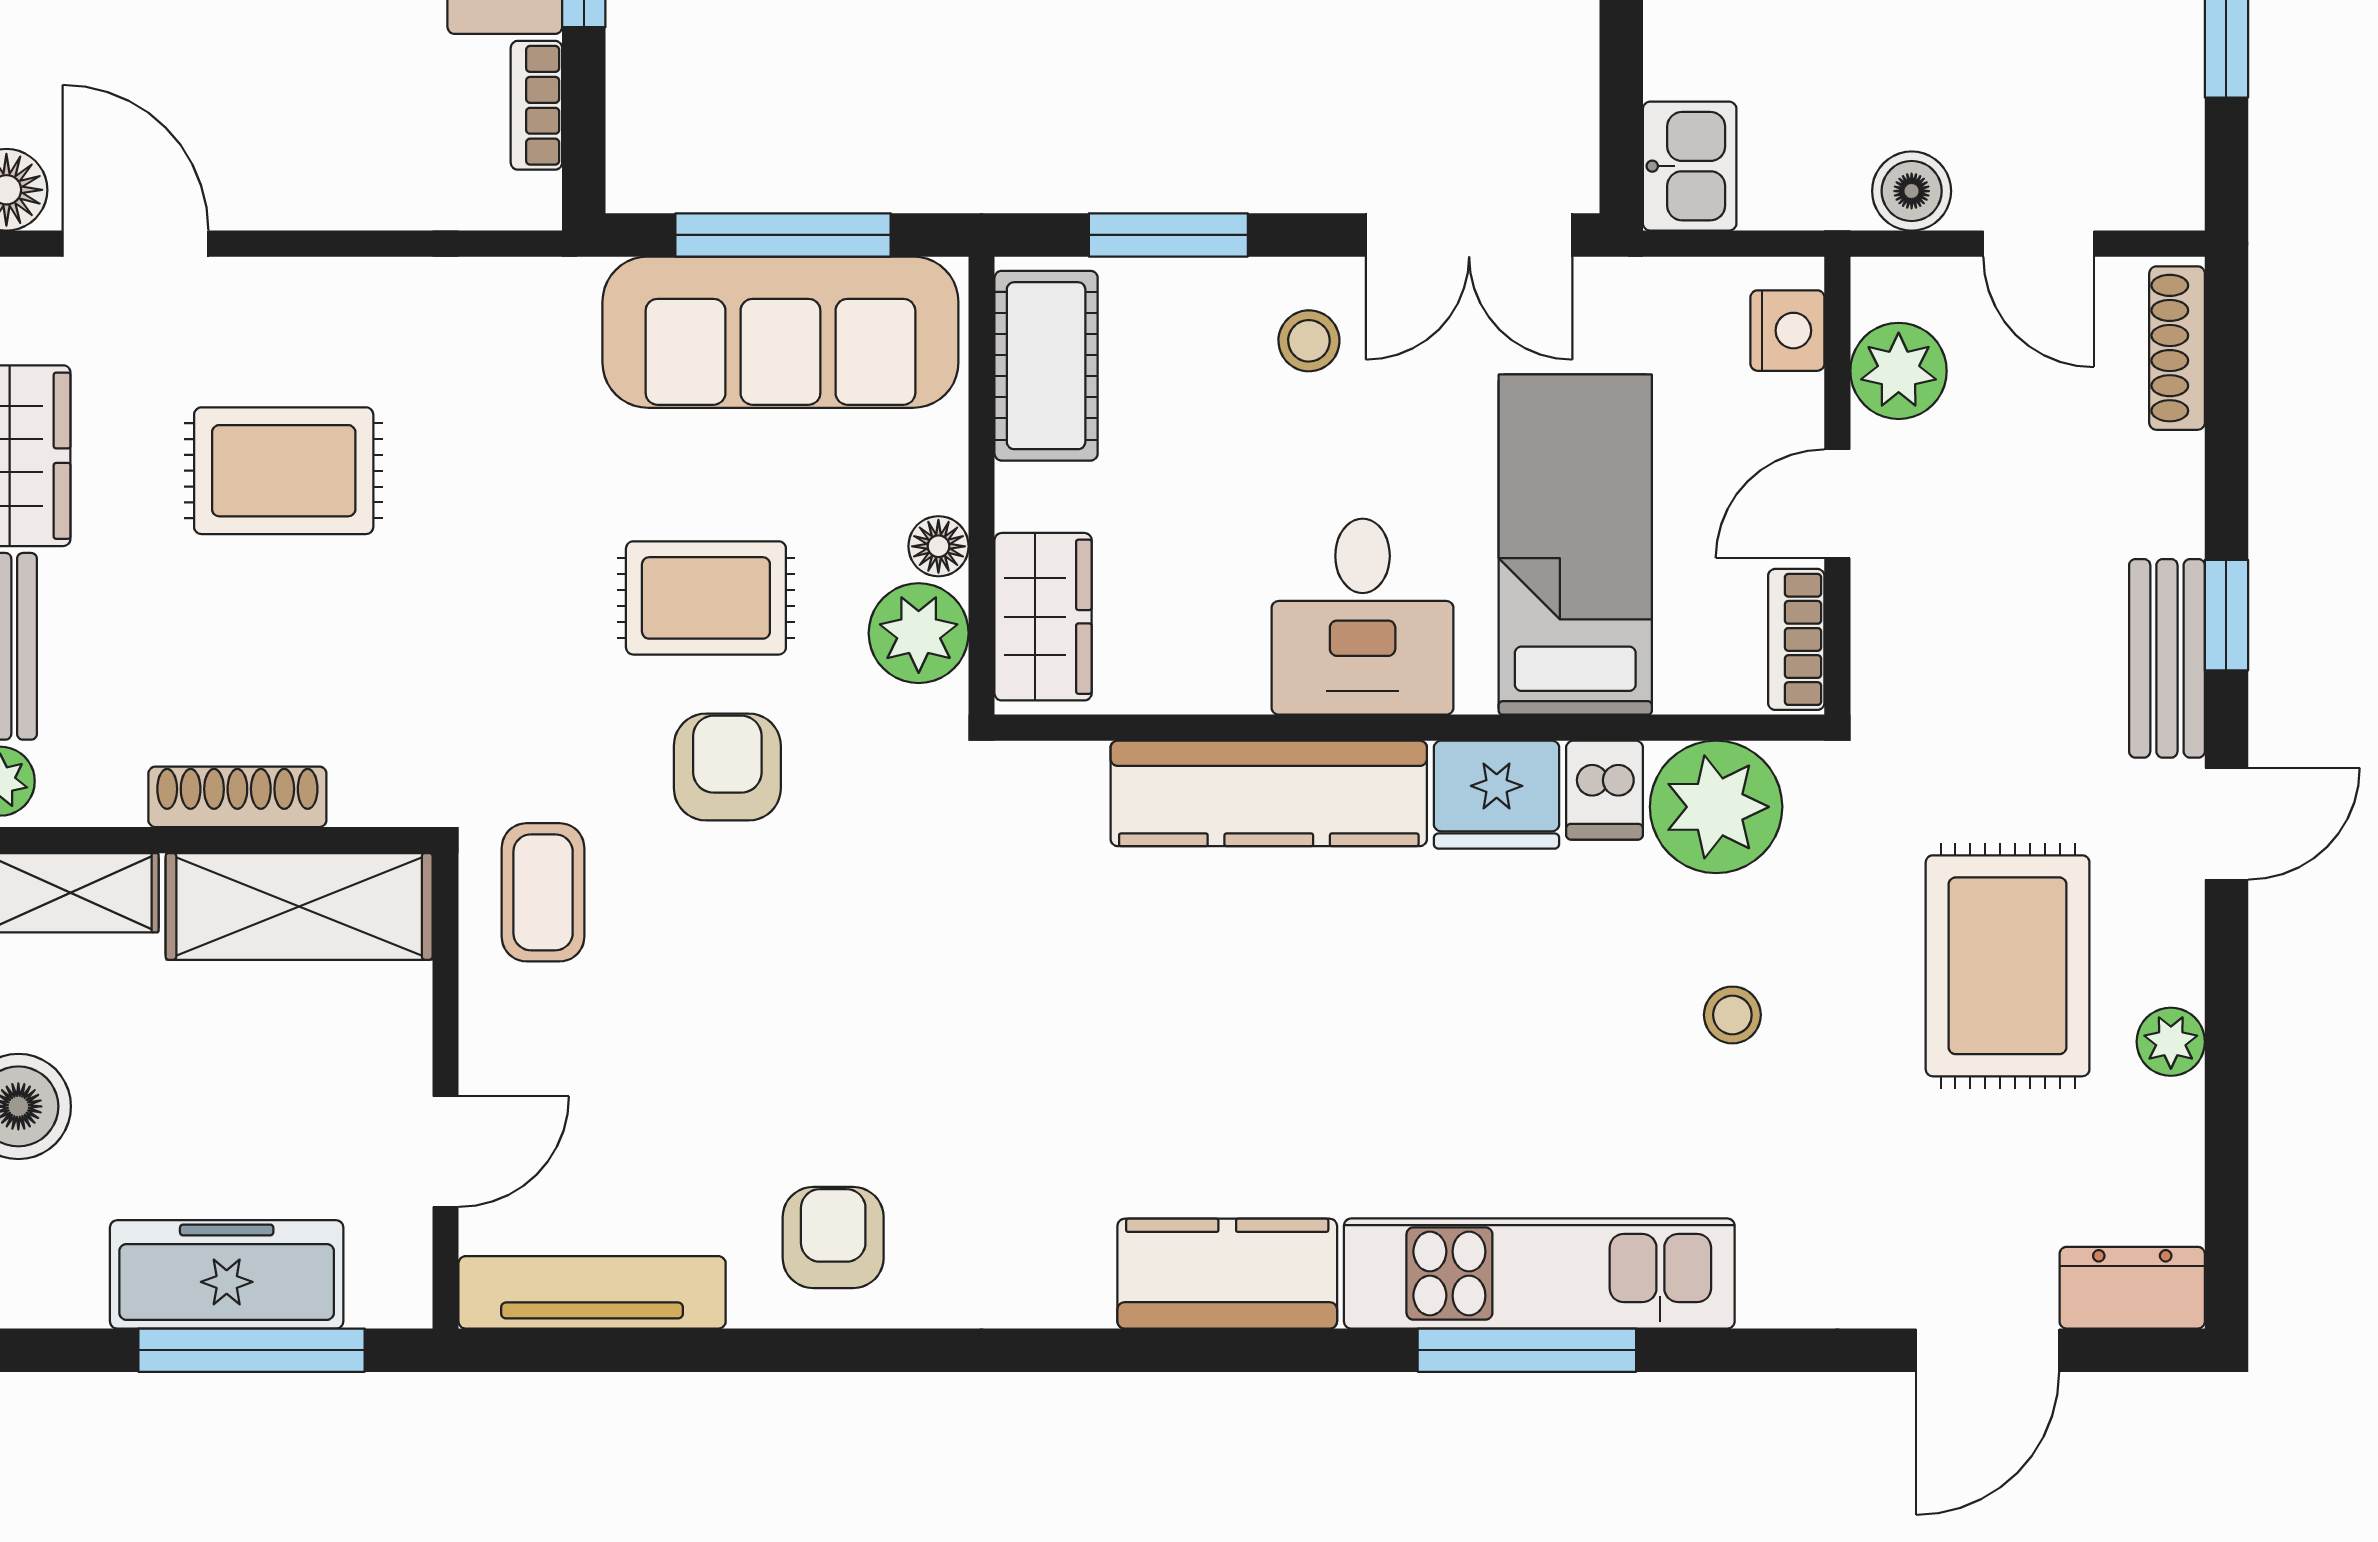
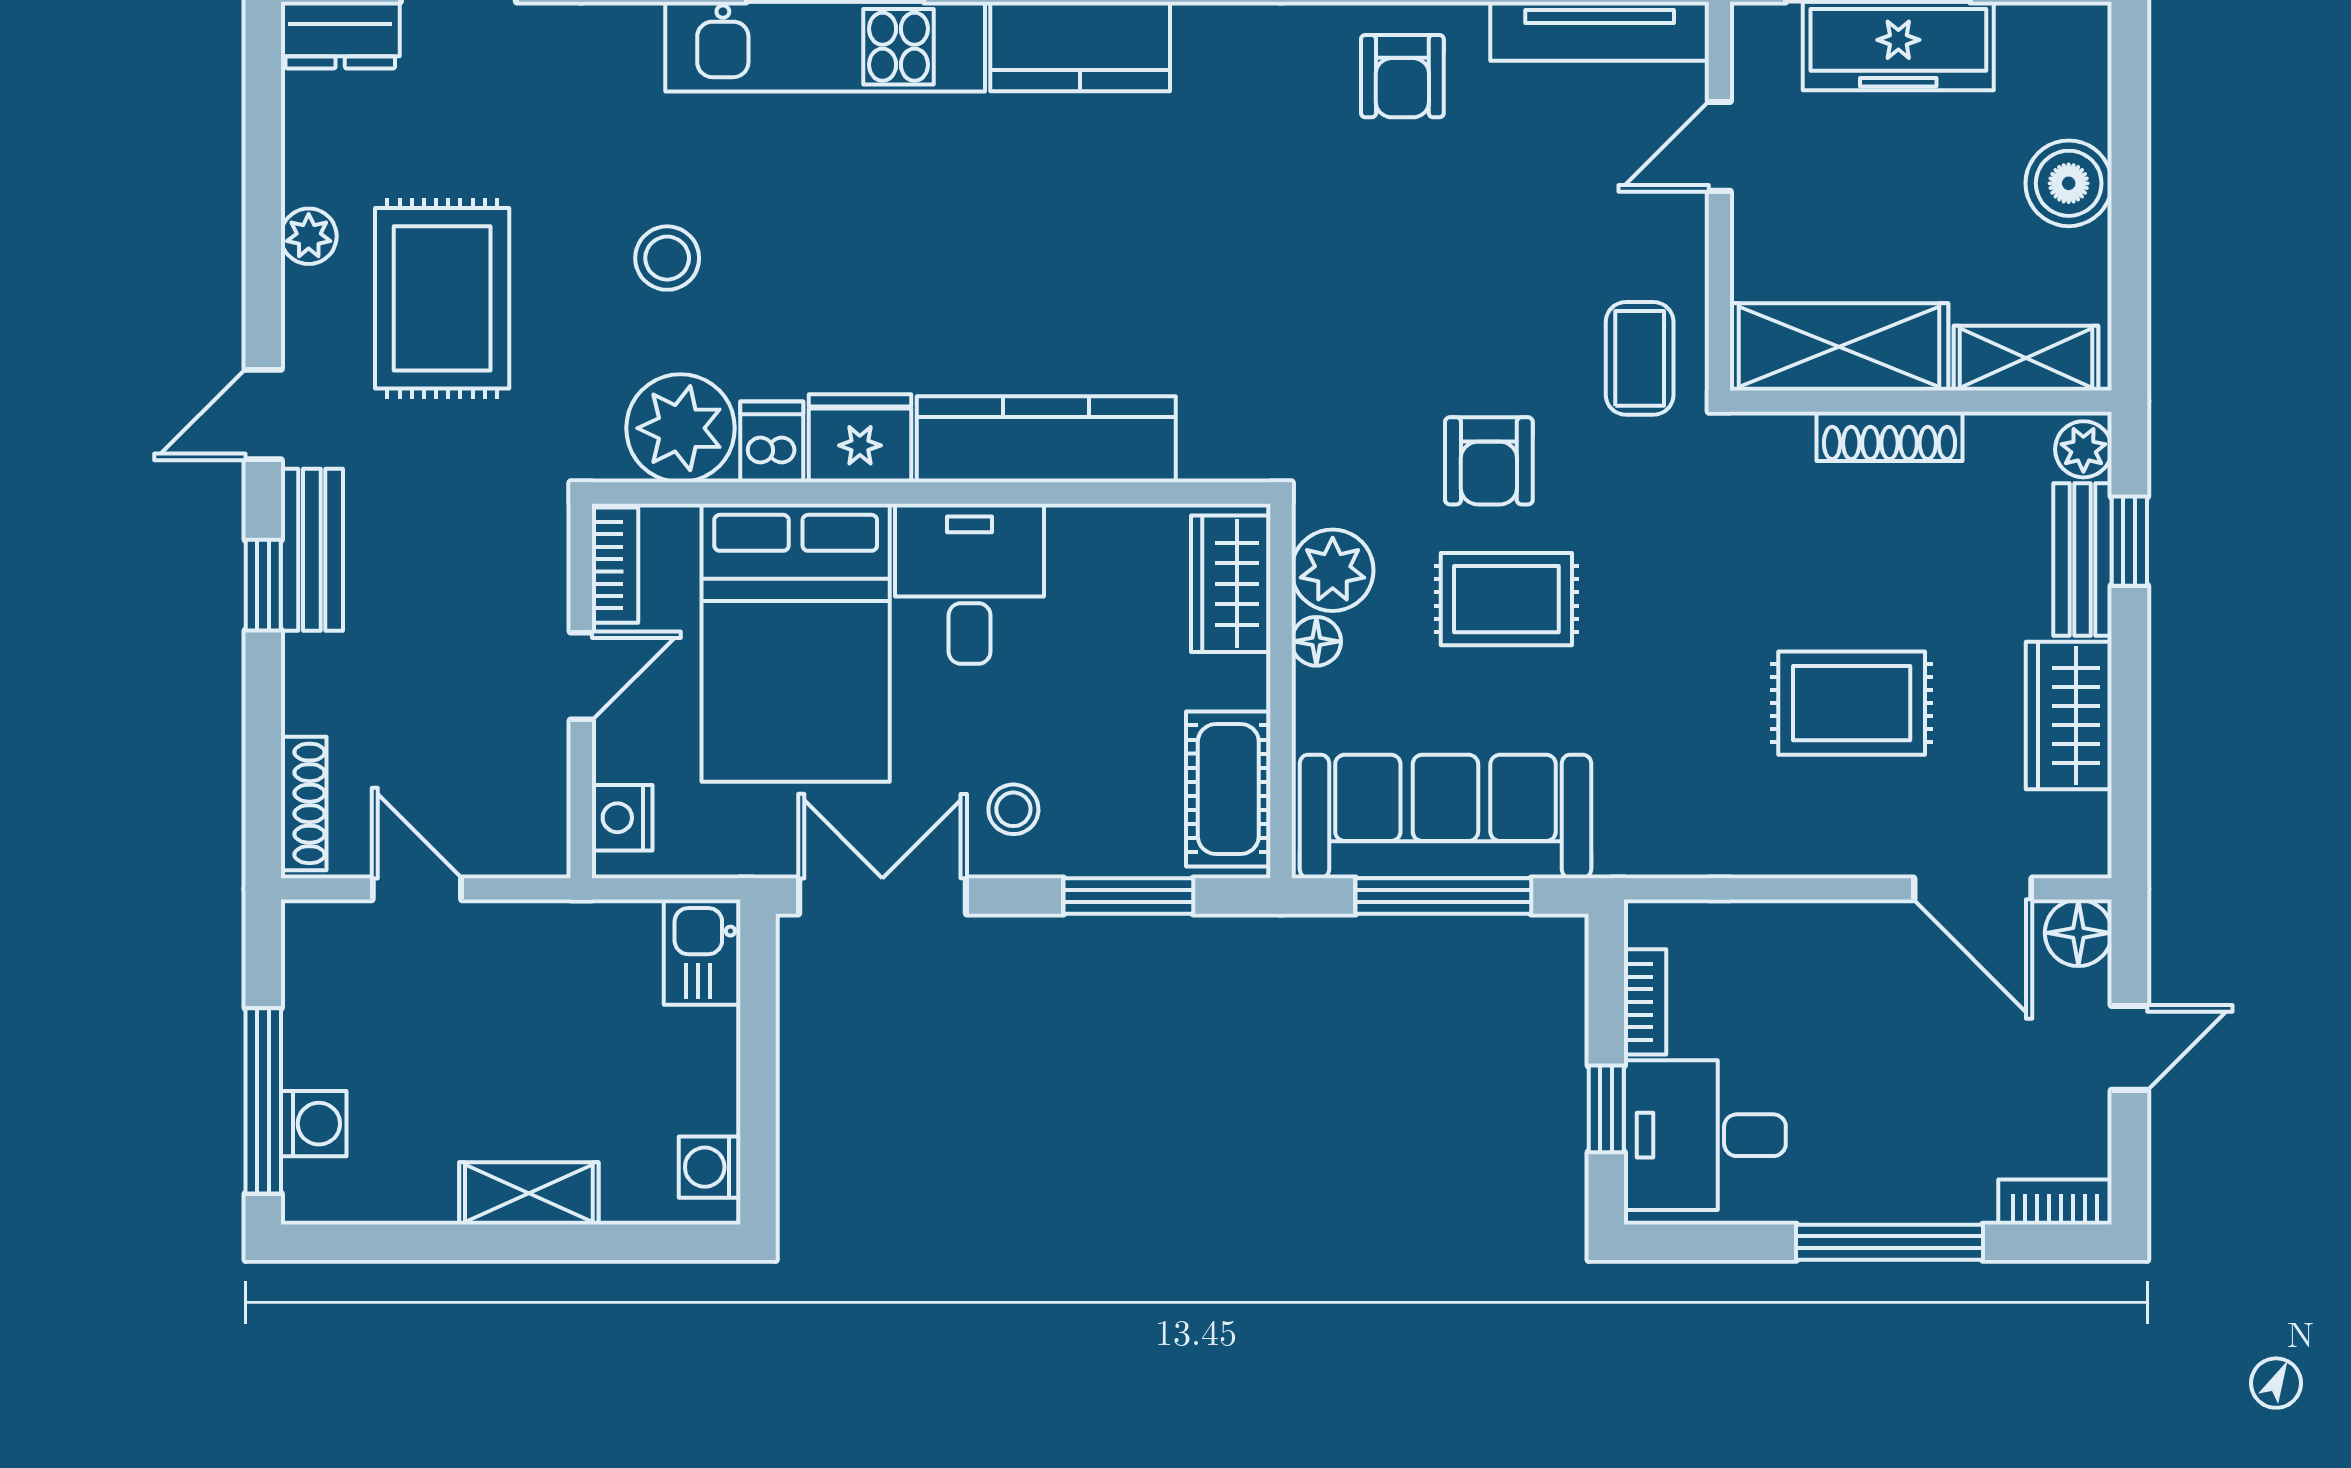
boiler: (1912, 191) -> (521, 932), removed
plant: (1899, 371) -> (531, 785), removed
bed: (1575, 545) -> (796, 643), width x1.50
stool: (1732, 1015) -> (667, 258), width x1.37, depth x1.37

